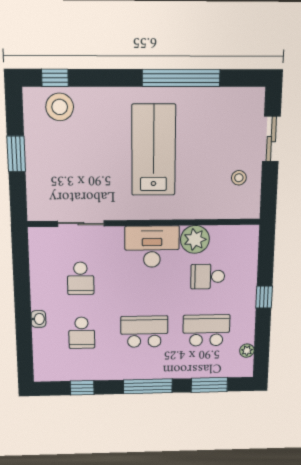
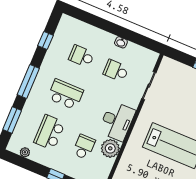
washbasin: (38, 319) -> (121, 42), moved
school desk: (206, 330) -> (49, 132), turned 180
school desk: (144, 332) -> (66, 94), turned -90

